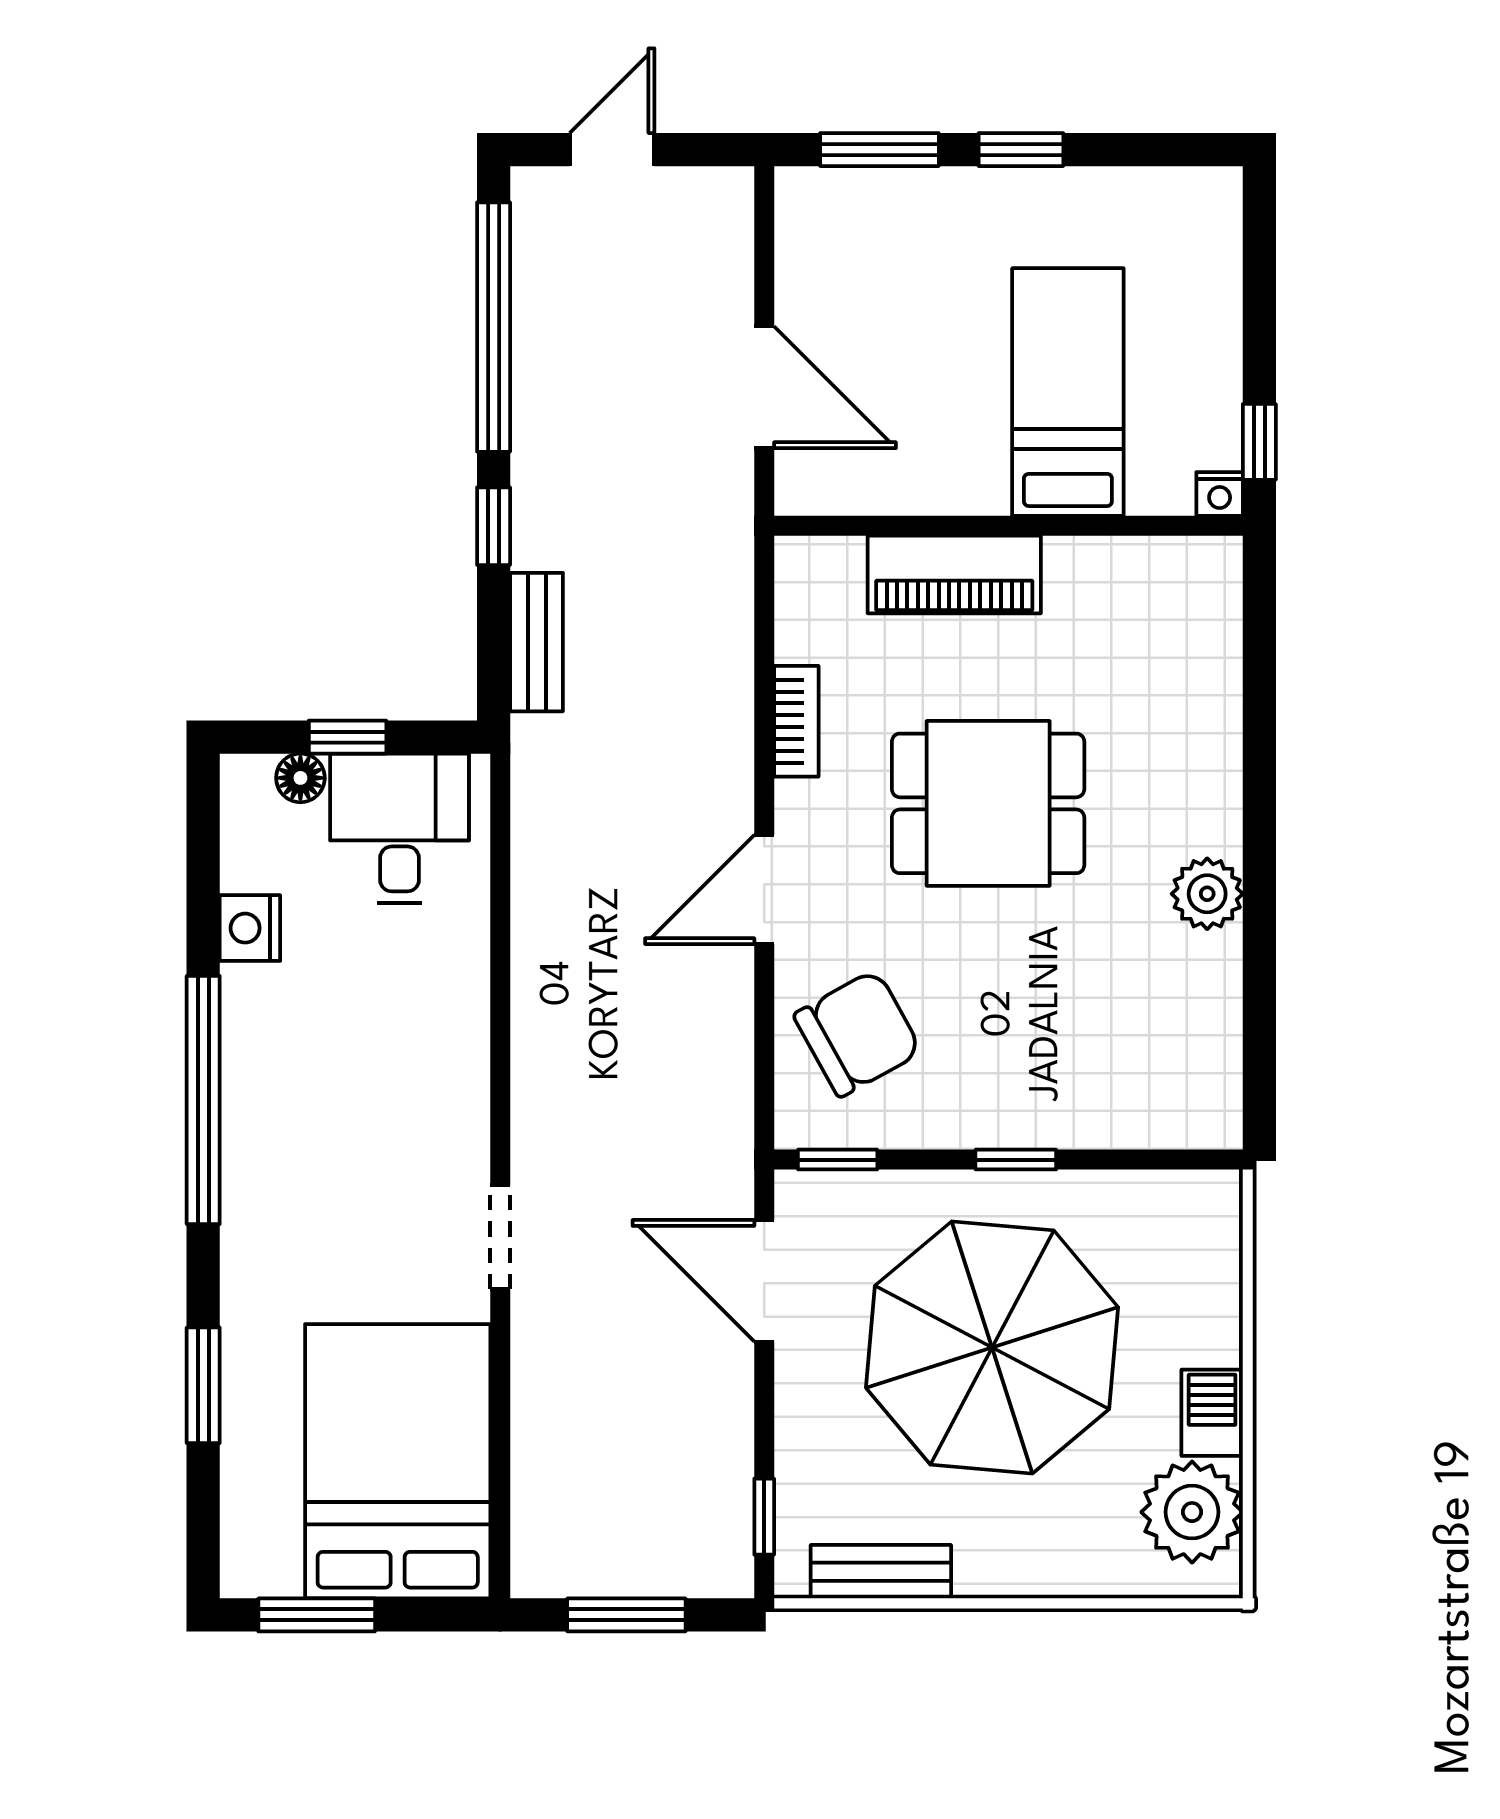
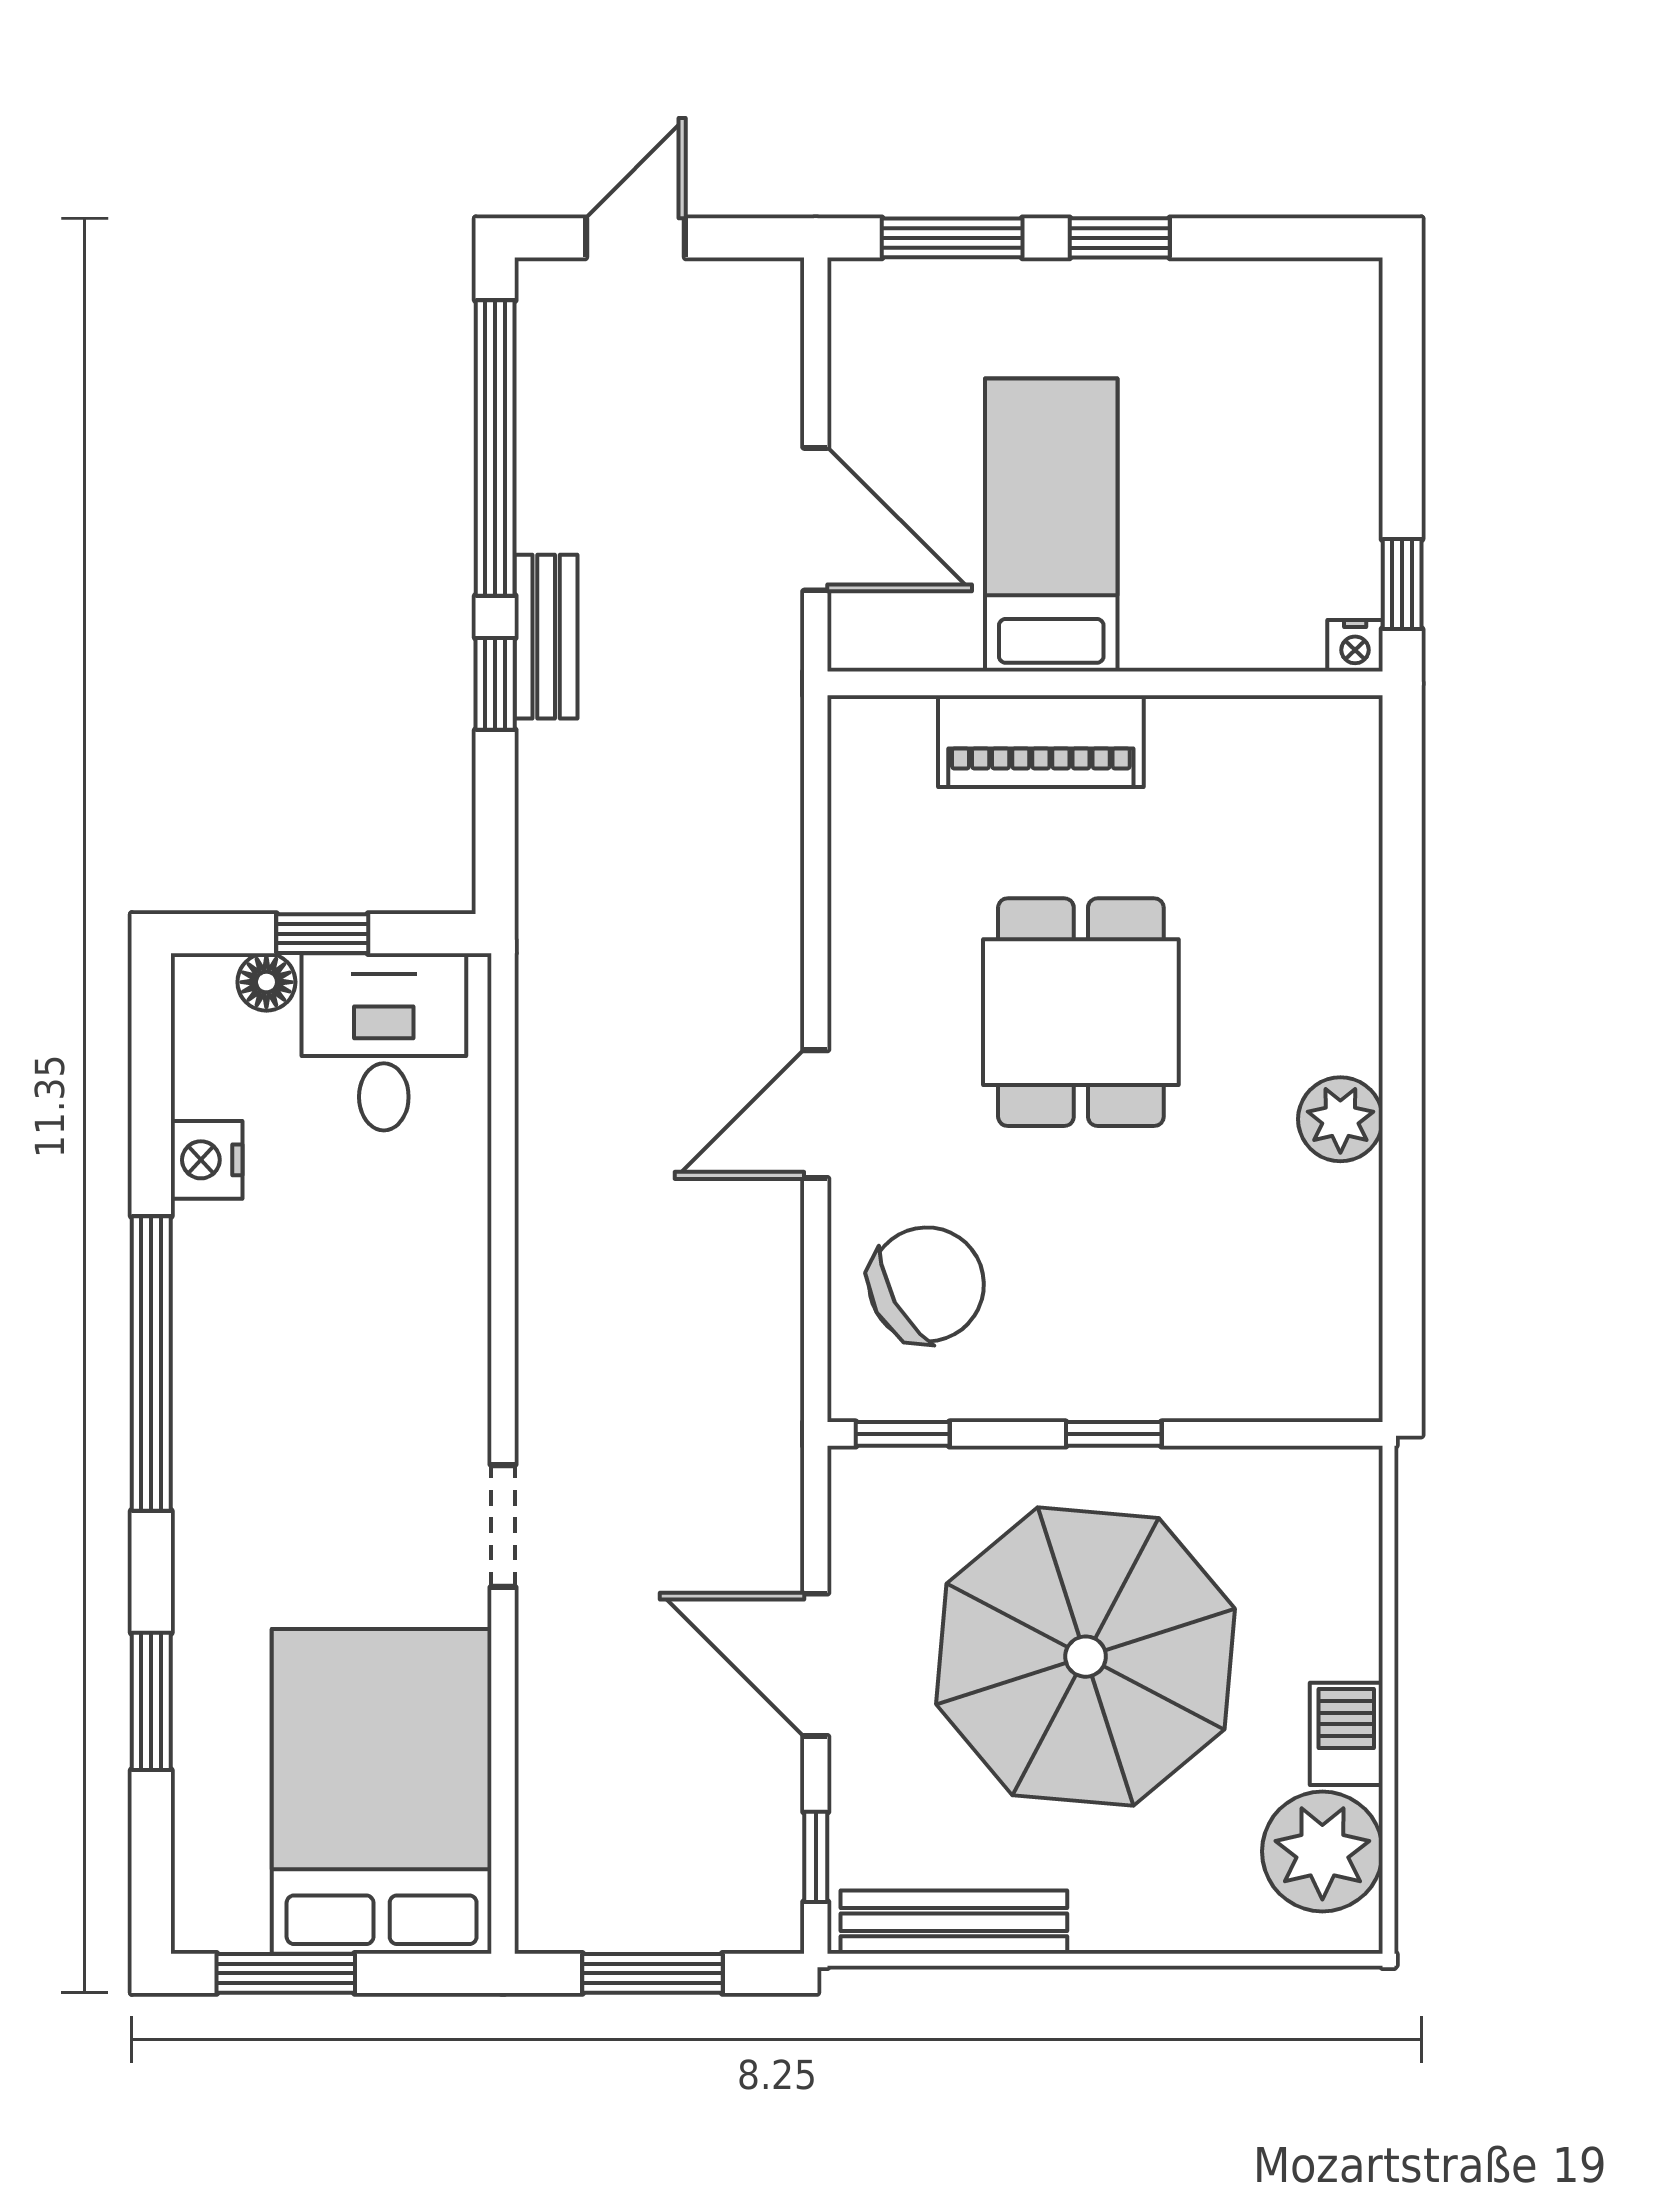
bed: (1068, 392) -> (1051, 525), moved
bench: (537, 642) -> (546, 637), moved
bookcase: (796, 721) -> (854, 915), removed
dining table: (988, 803) -> (1081, 1012), turned 90
door: (764, 1281) -> (816, 1665), moved
bench: (881, 1572) -> (954, 1922), width x1.36

